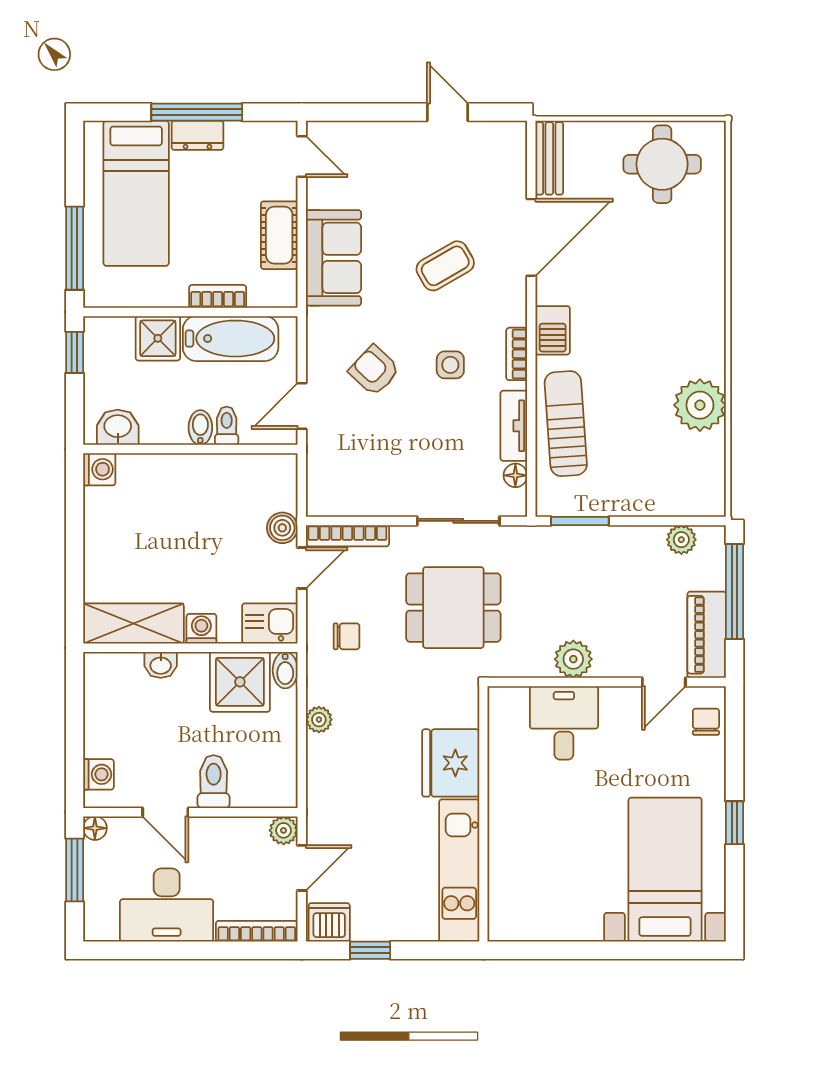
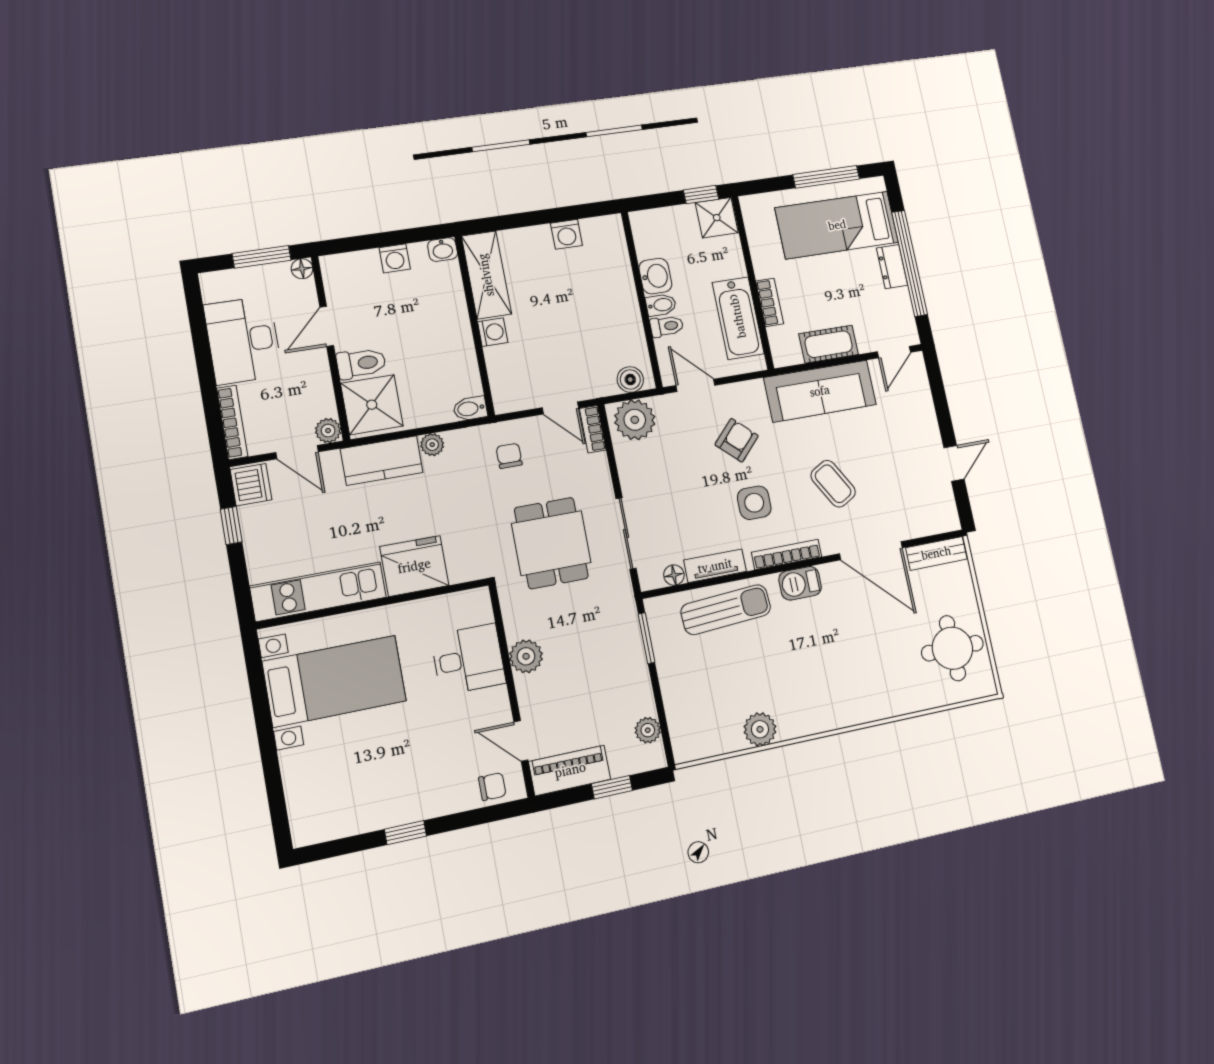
window: (197, 112) -> (910, 263), width x1.46
window: (75, 248) -> (826, 177), moved
sofa: (334, 258) -> (820, 391), width x1.36
shower: (158, 338) -> (717, 218), moved
bookcase: (517, 354) -> (787, 554), width x1.56
side table: (450, 365) -> (754, 503), width x1.37, depth x1.37
plant: (700, 405) -> (760, 729), width x0.73, depth x0.73
washbasin: (118, 427) -> (655, 276), moved
washing machine: (99, 469) -> (566, 234), moved
plant: (330, 485) -> (635, 420), added
boiler: (282, 528) -> (630, 380), moved
bookcase: (347, 536) -> (593, 429), width x0.64
window: (735, 592) -> (612, 787), width x0.46
kitchen sink: (270, 623) -> (508, 389), removed
chair: (346, 636) -> (509, 456), turned 180
washbasin: (161, 665) -> (443, 250), moved, turned -90
shower: (240, 682) -> (372, 405), moved
washing machine: (98, 774) -> (395, 258), moved
kitchen counter: (327, 778) -> (382, 461), added
bed with nightstands: (665, 870) -> (334, 681), moved

